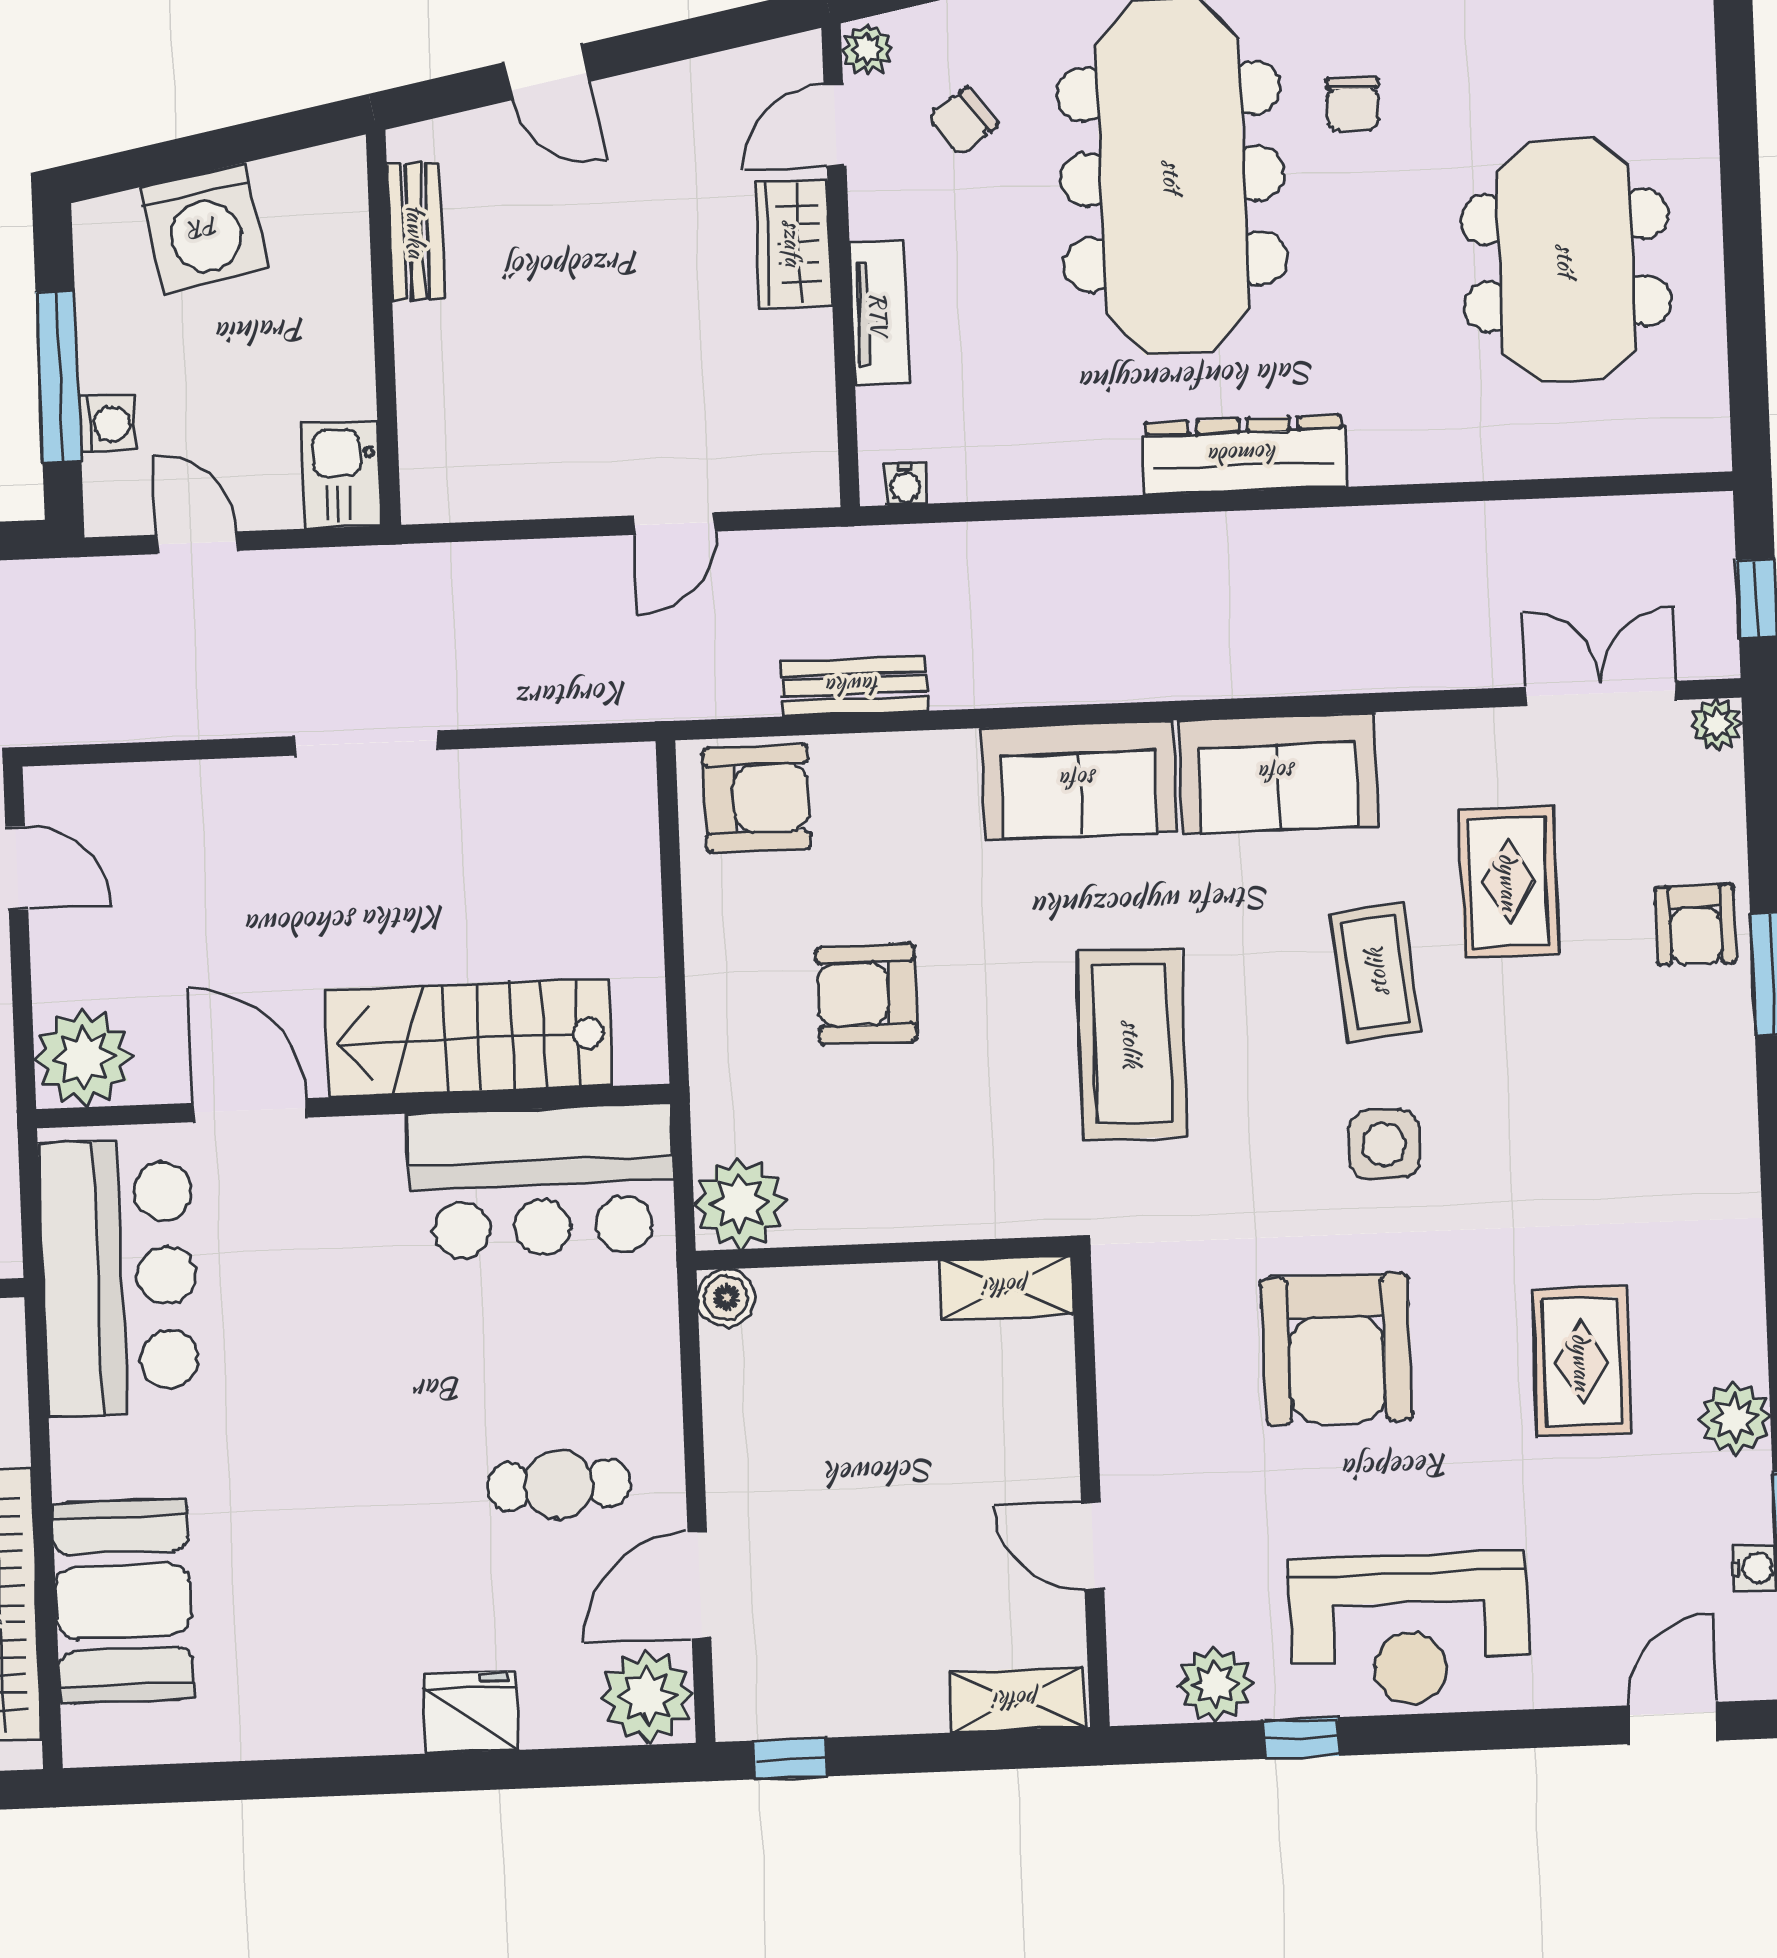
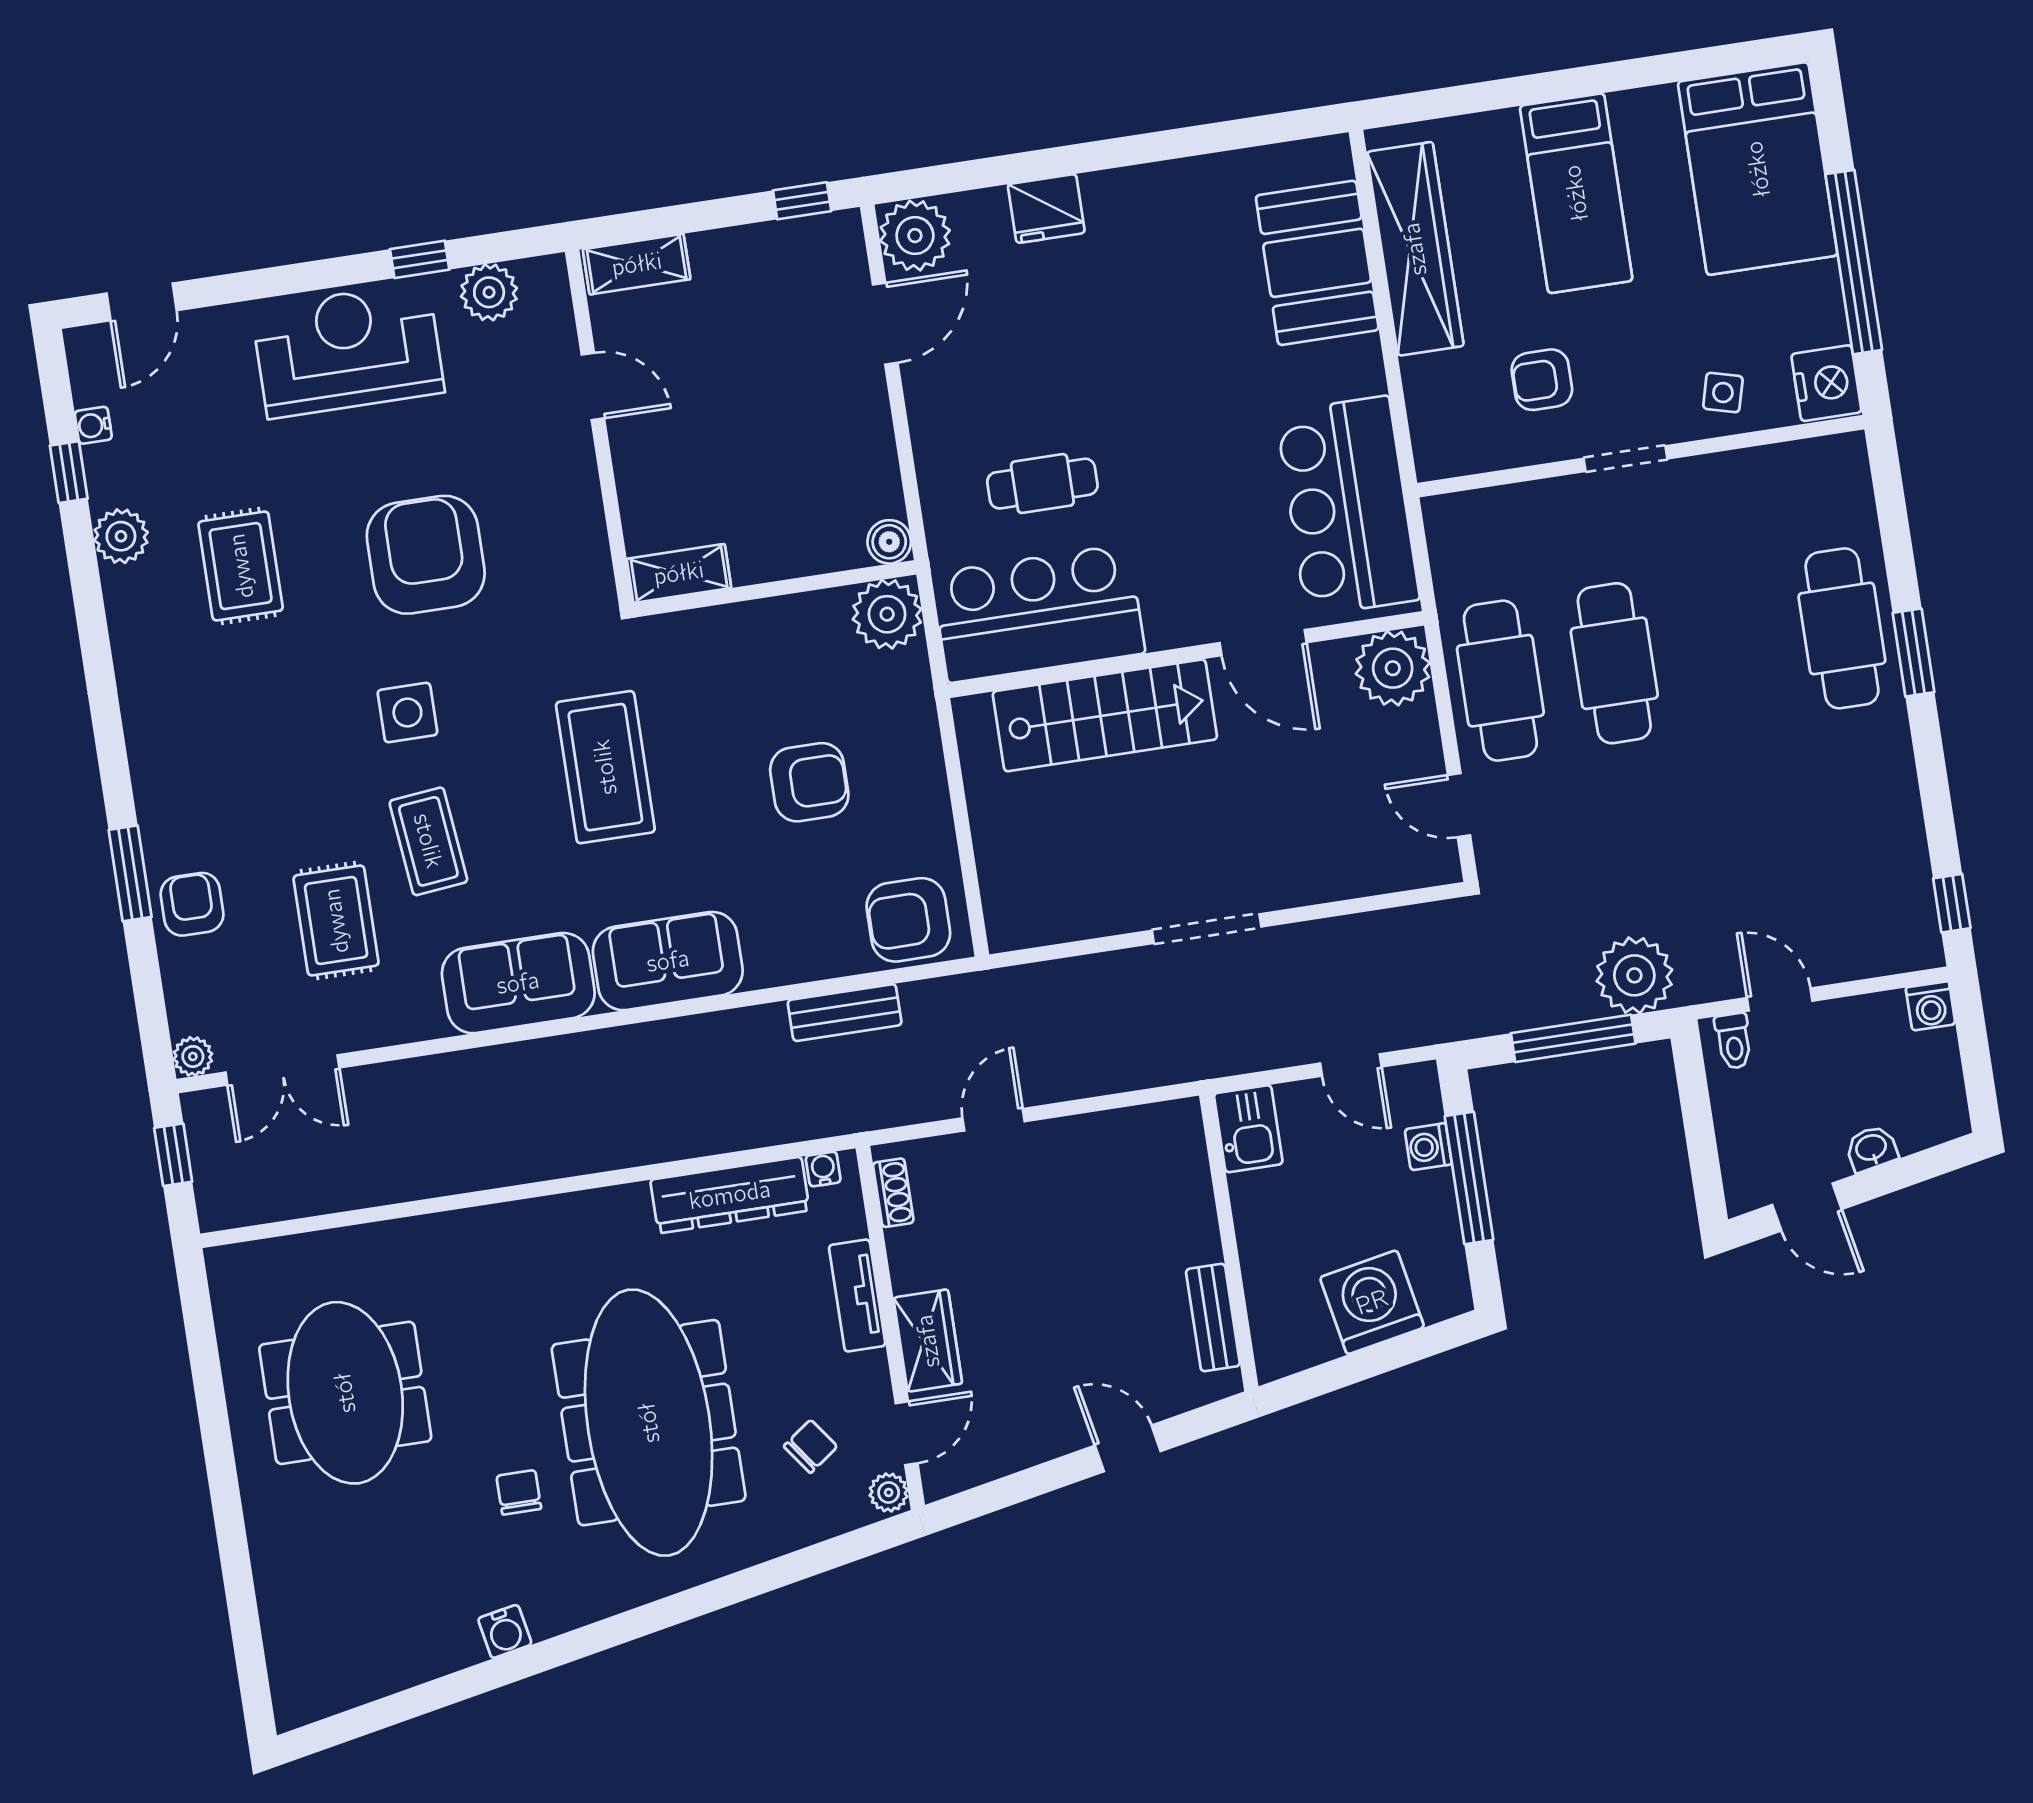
shoe rack: (817, 442) -> (893, 1193), added
dresser: (1244, 455) -> (730, 1195), moved
cafe table: (559, 1485) -> (1042, 484), moved

